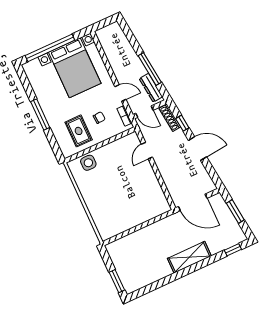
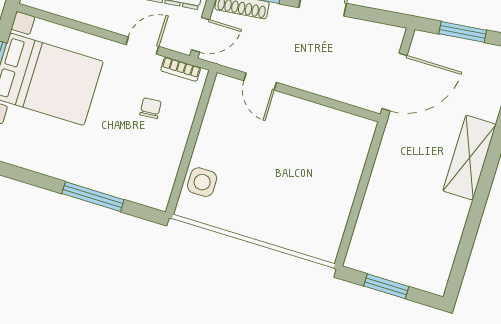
window: (40, 115) -> (93, 197), moved
rug: (79, 131) -> (143, 155), removed
window: (117, 281) -> (386, 286), moved

